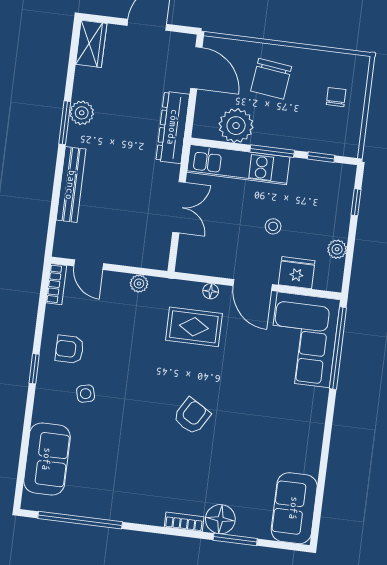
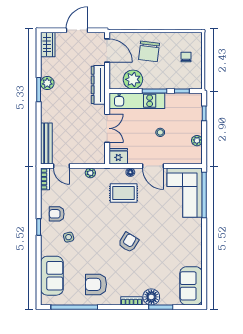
bench: (71, 185) -> (46, 144), moved
fridge: (297, 273) -> (118, 156), moved
armchair: (124, 484) -> (96, 284), added

